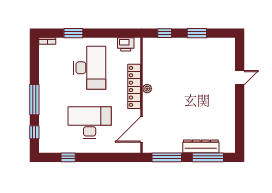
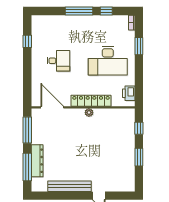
bench: (229, 110) -> (69, 186), added
desk: (90, 123) -> (58, 61), width x0.53, depth x0.77
window: (34, 132) -> (106, 11), moved

